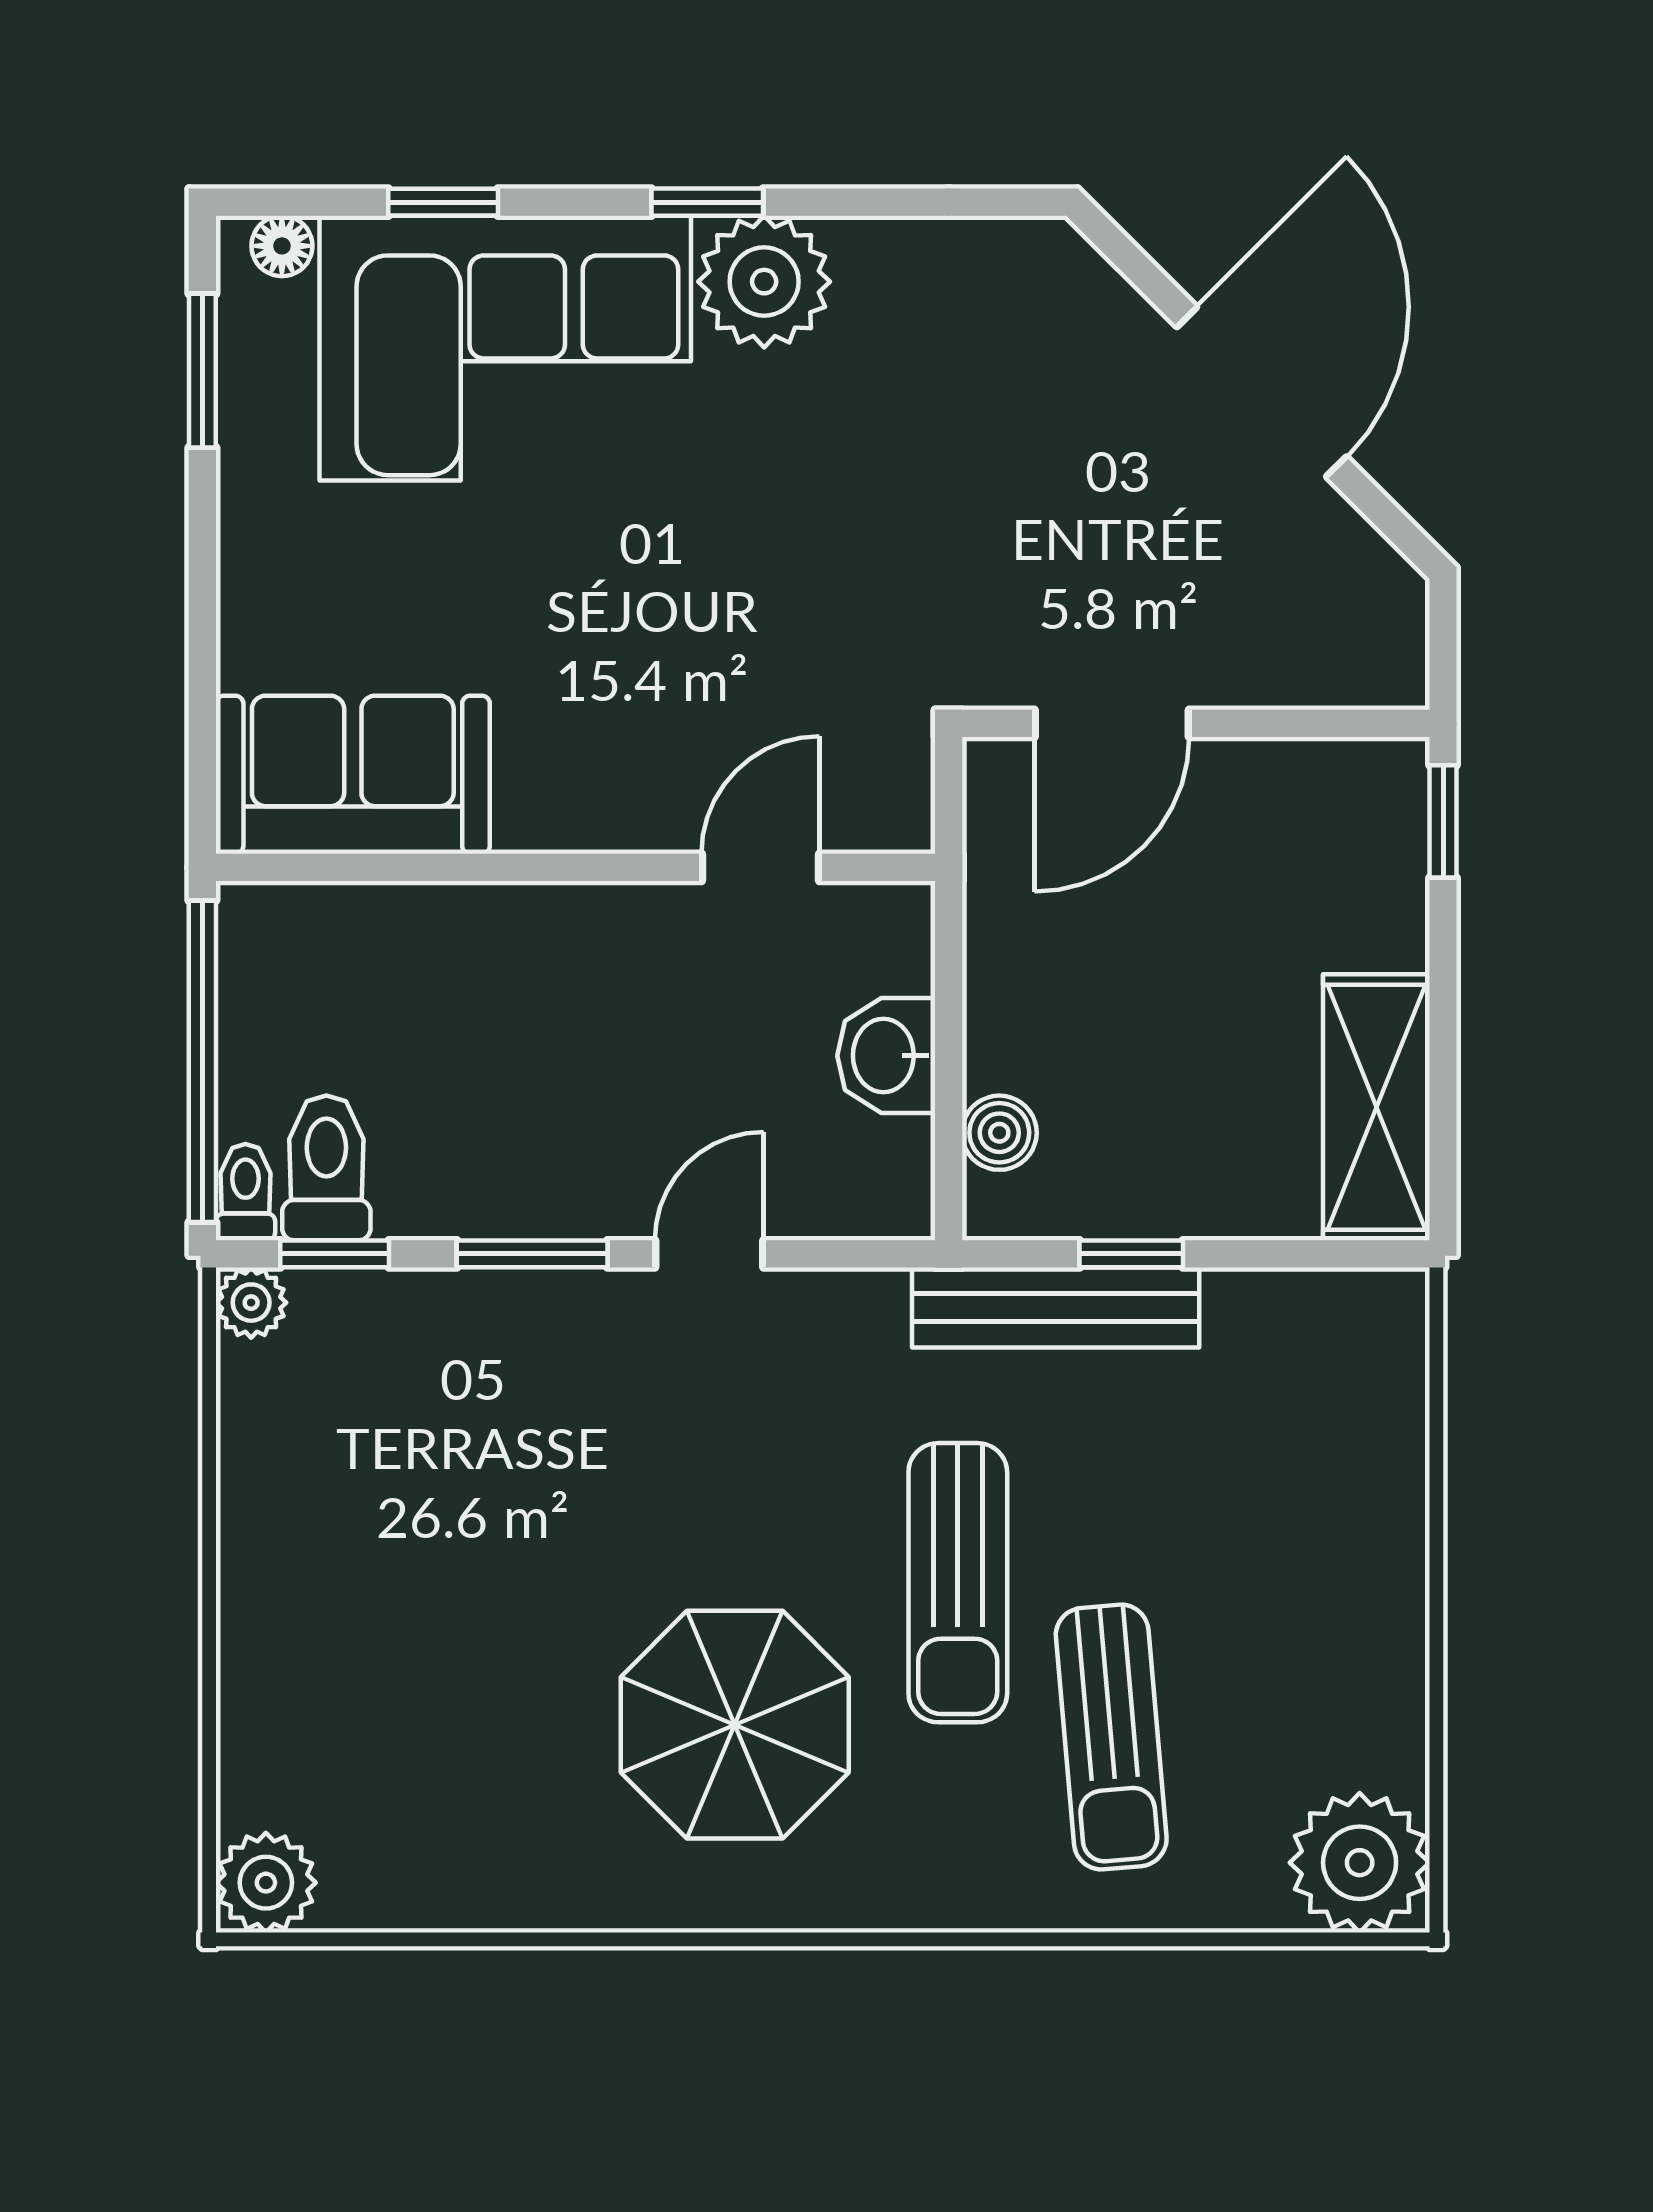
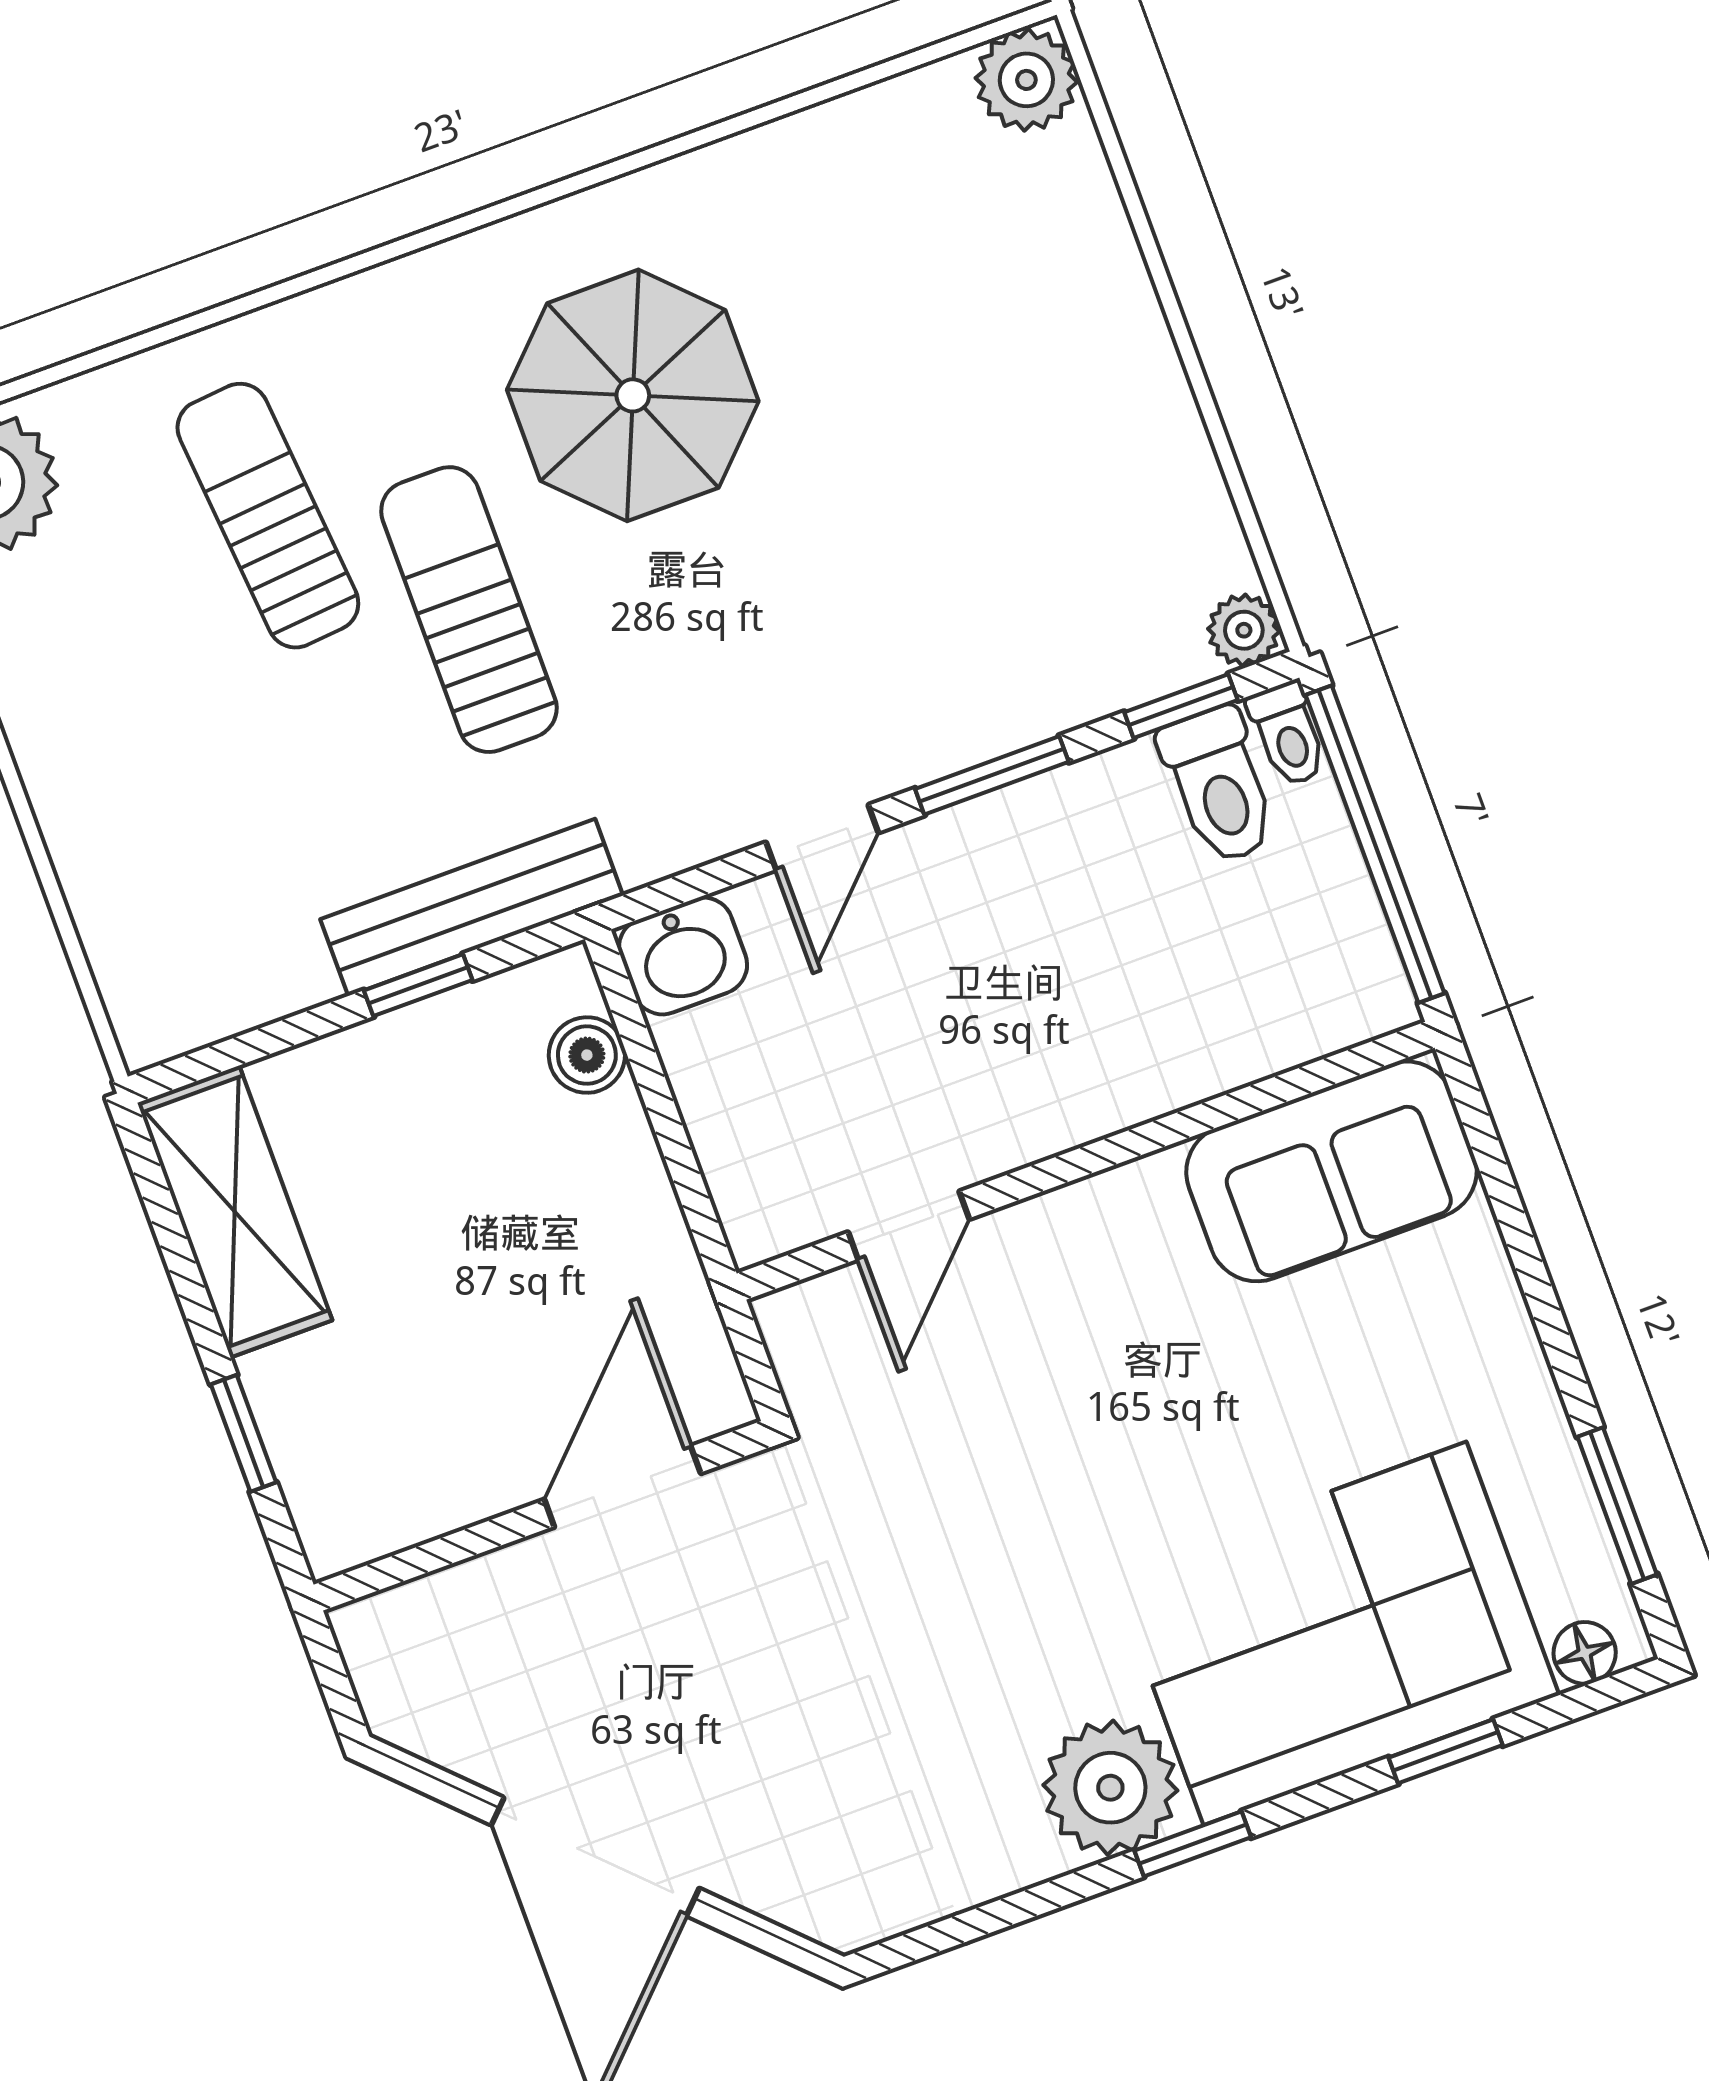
window: (1443, 821) -> (244, 1433), moved
washbasin: (886, 1056) -> (683, 956), moved, turned 90

